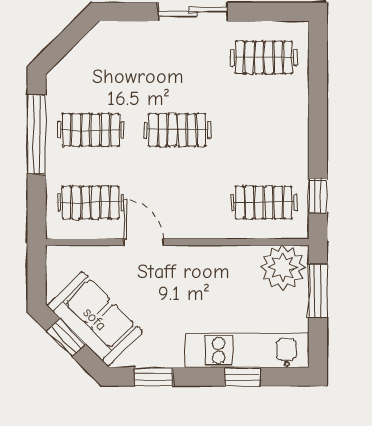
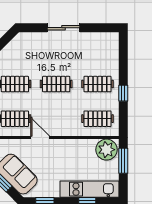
clothes rail: (264, 57) -> (98, 84), moved
window: (318, 196) -> (123, 93), moved

